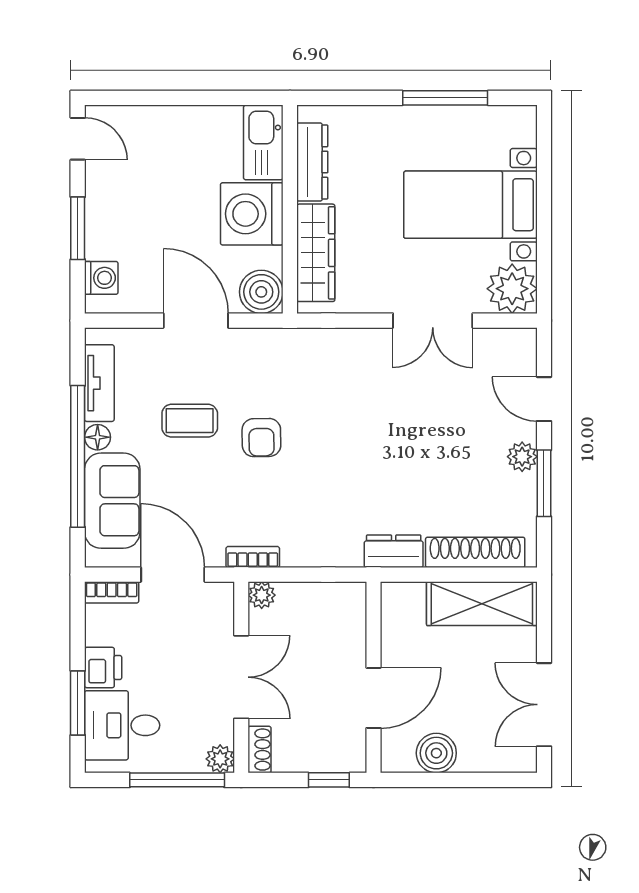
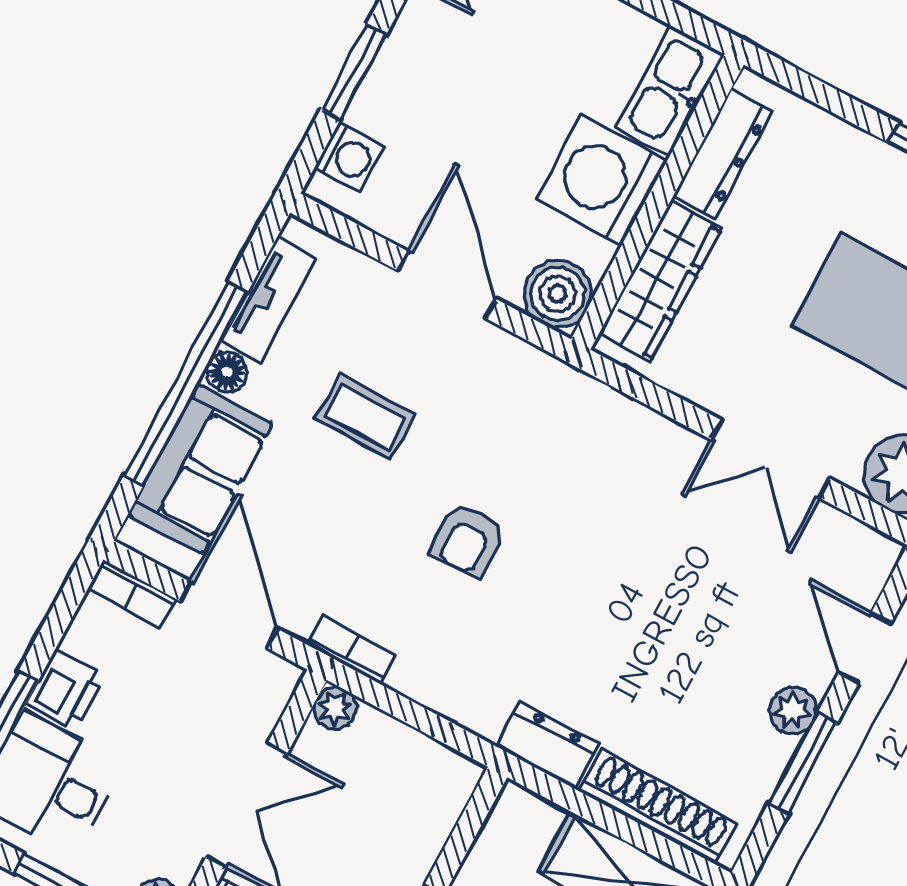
armchair: (261, 438) -> (467, 540), moved

